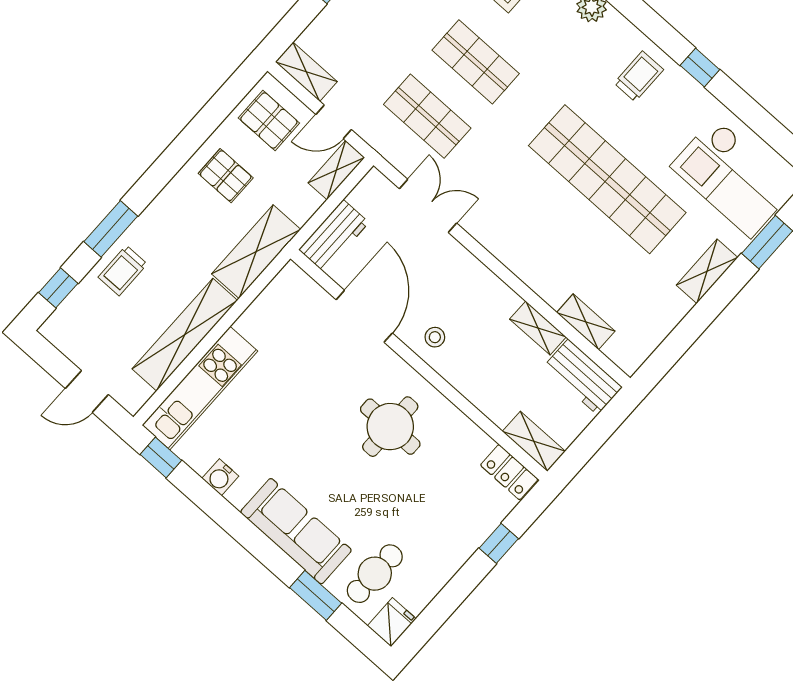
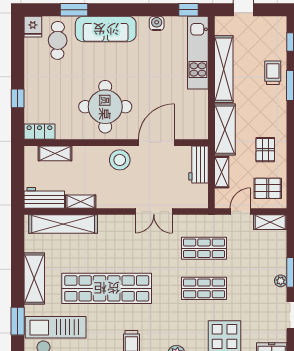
shelving: (336, 170) -> (222, 172), moved
pallet: (226, 176) -> (265, 150), turned 90
double door: (428, 206) -> (154, 212), moved
shelving: (707, 271) -> (34, 279), width x1.50, depth x1.33
door: (364, 316) -> (156, 143), swing flipped
shelving: (586, 322) -> (63, 224), width x2.20, depth x1.33
stool: (435, 337) -> (120, 160), width x1.89, depth x1.89
round table: (390, 427) -> (105, 107), width x1.36, depth x1.36
shelving: (534, 441) -> (55, 153), moved

